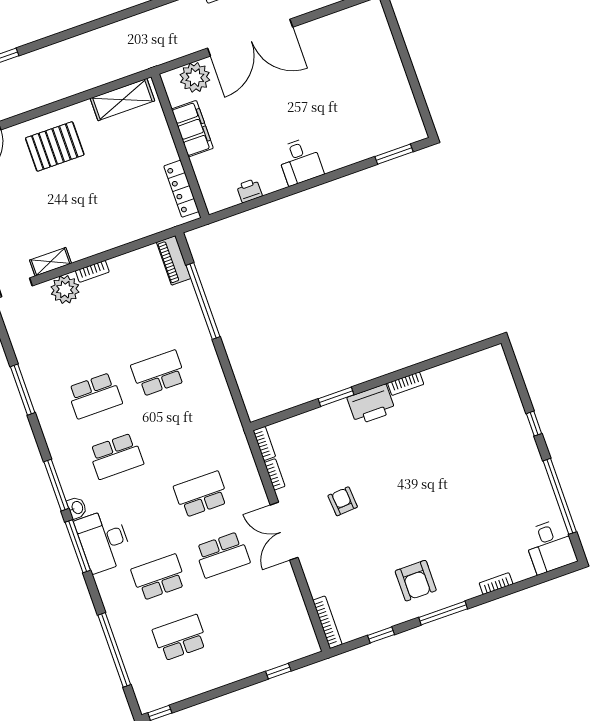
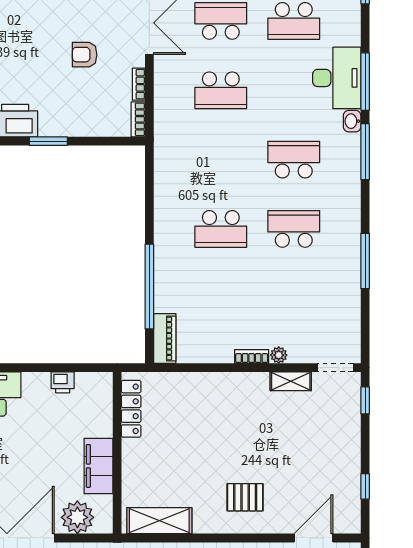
pallet: (55, 146) -> (245, 497), width x0.67, depth x0.71
plant: (65, 290) -> (279, 355), width x0.53, depth x0.53
armchair: (343, 501) -> (85, 55), moved, turned 94

